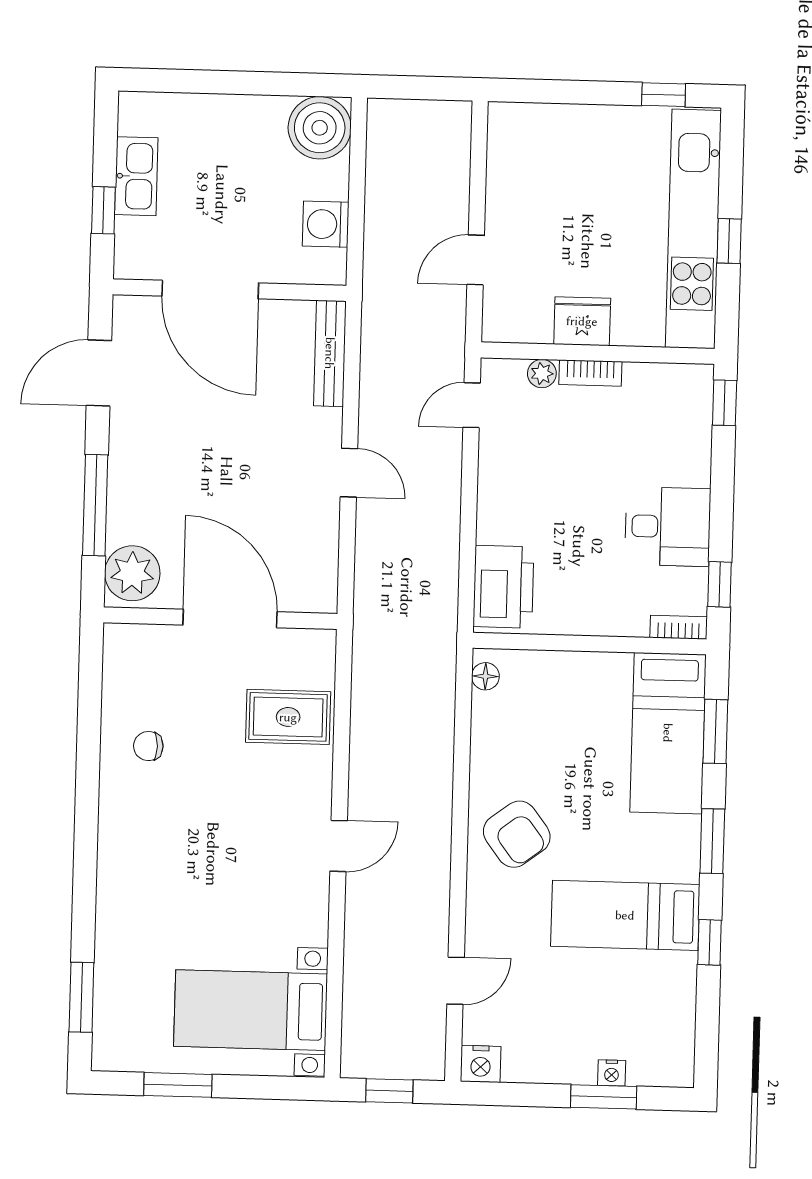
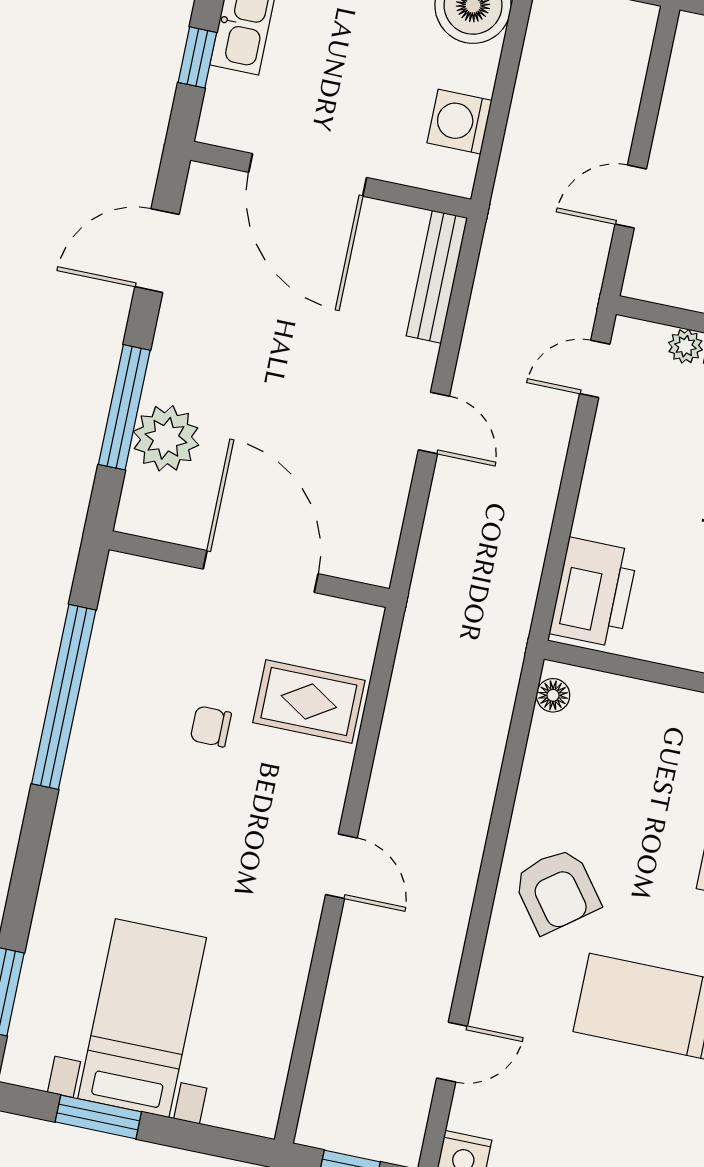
plant: (132, 573) -> (166, 438), moved
chair: (148, 746) -> (211, 726), moved
window: (88, 749) -> (64, 697), added
door: (339, 846) -> (341, 866), hinge flipped
bed with nightstands: (251, 1010) -> (142, 1018), moved, turned 90

